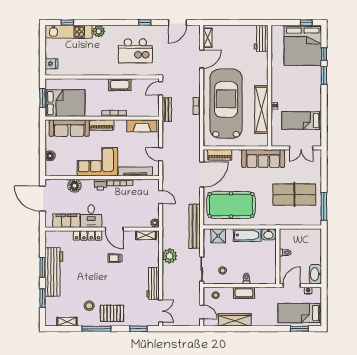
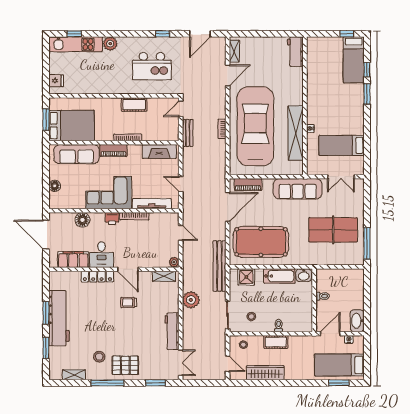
bed: (303, 45) -> (354, 60), width x0.49

